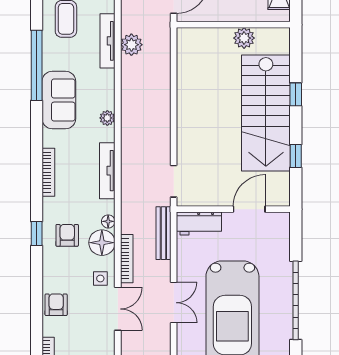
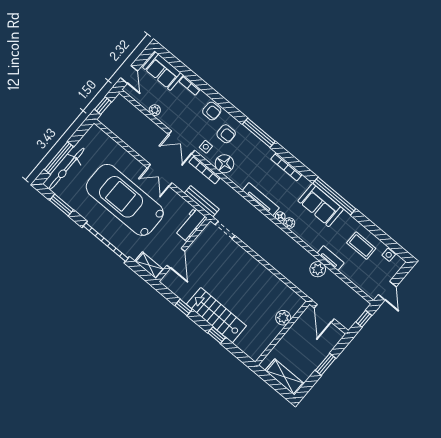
plant: (244, 38) -> (283, 318), moved
tv unit: (108, 41) -> (331, 258), width x0.71
window: (37, 65) -> (334, 196), moved
stairs: (266, 113) -> (216, 315), width x0.73, depth x0.66
floor lamp: (108, 221) -> (280, 216), moved
shelving: (281, 232) -> (149, 265), added
window: (37, 234) -> (259, 133), width x2.17
armchair: (67, 235) -> (226, 134), moved

